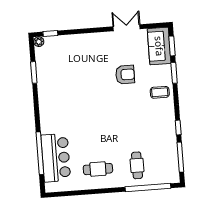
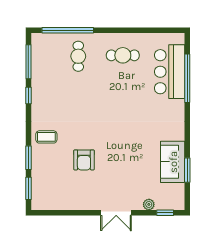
double door: (127, 28) -> (116, 213), moved
plant: (39, 42) -> (149, 204), moved
sofa: (159, 46) -> (173, 162), moved, turned 180
armchair: (125, 75) -> (84, 160), turned -90

